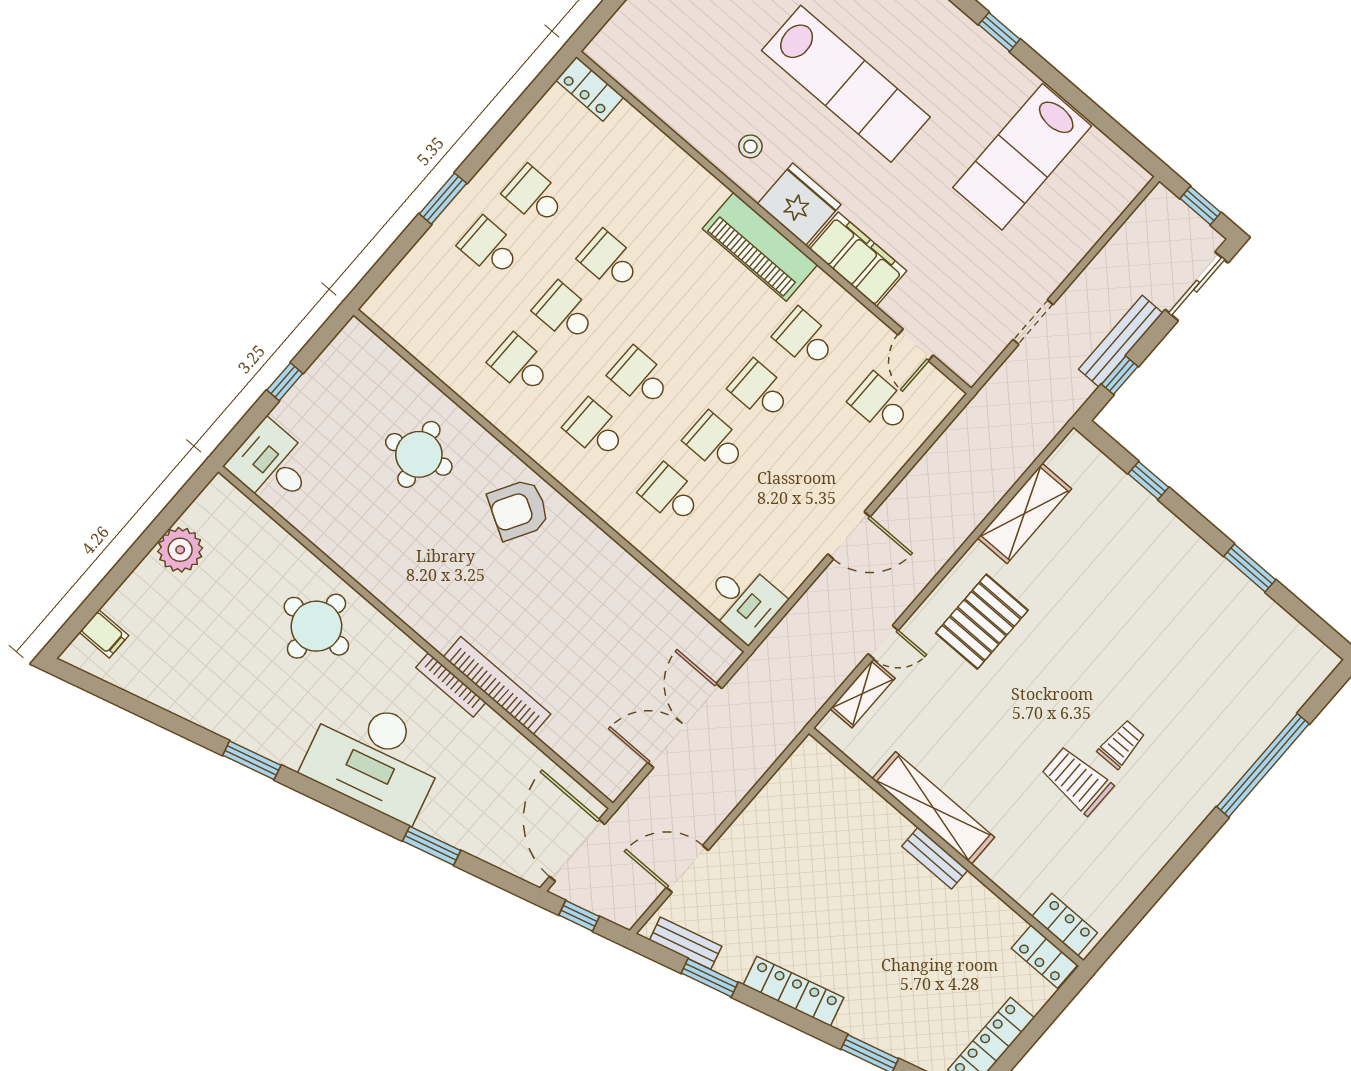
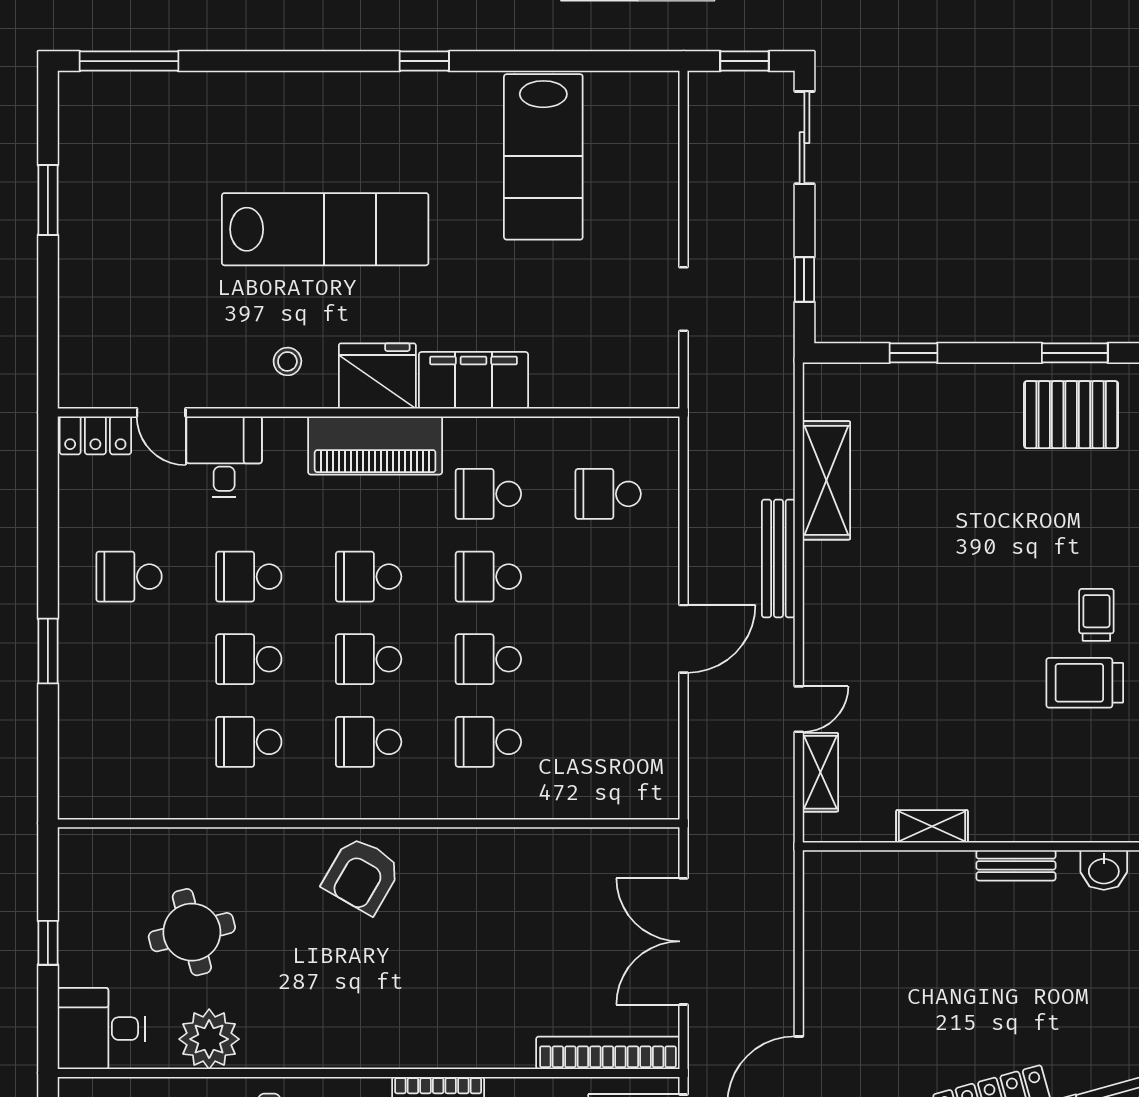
school desk: (490, 248) -> (369, 577), moved
bench: (1121, 341) -> (778, 558), moved
door: (916, 345) -> (161, 412), moved
round table: (419, 454) -> (192, 932), moved
plant: (334, 530) -> (209, 1039), added
desk: (743, 601) -> (224, 457), moved, turned -90
pallet: (982, 622) -> (1071, 415), moved, turned 90
bookcase: (497, 686) -> (608, 1053), moved
shelving: (933, 808) -> (932, 826), width x0.45, depth x0.75
washbasin: (987, 909) -> (1104, 870), added

